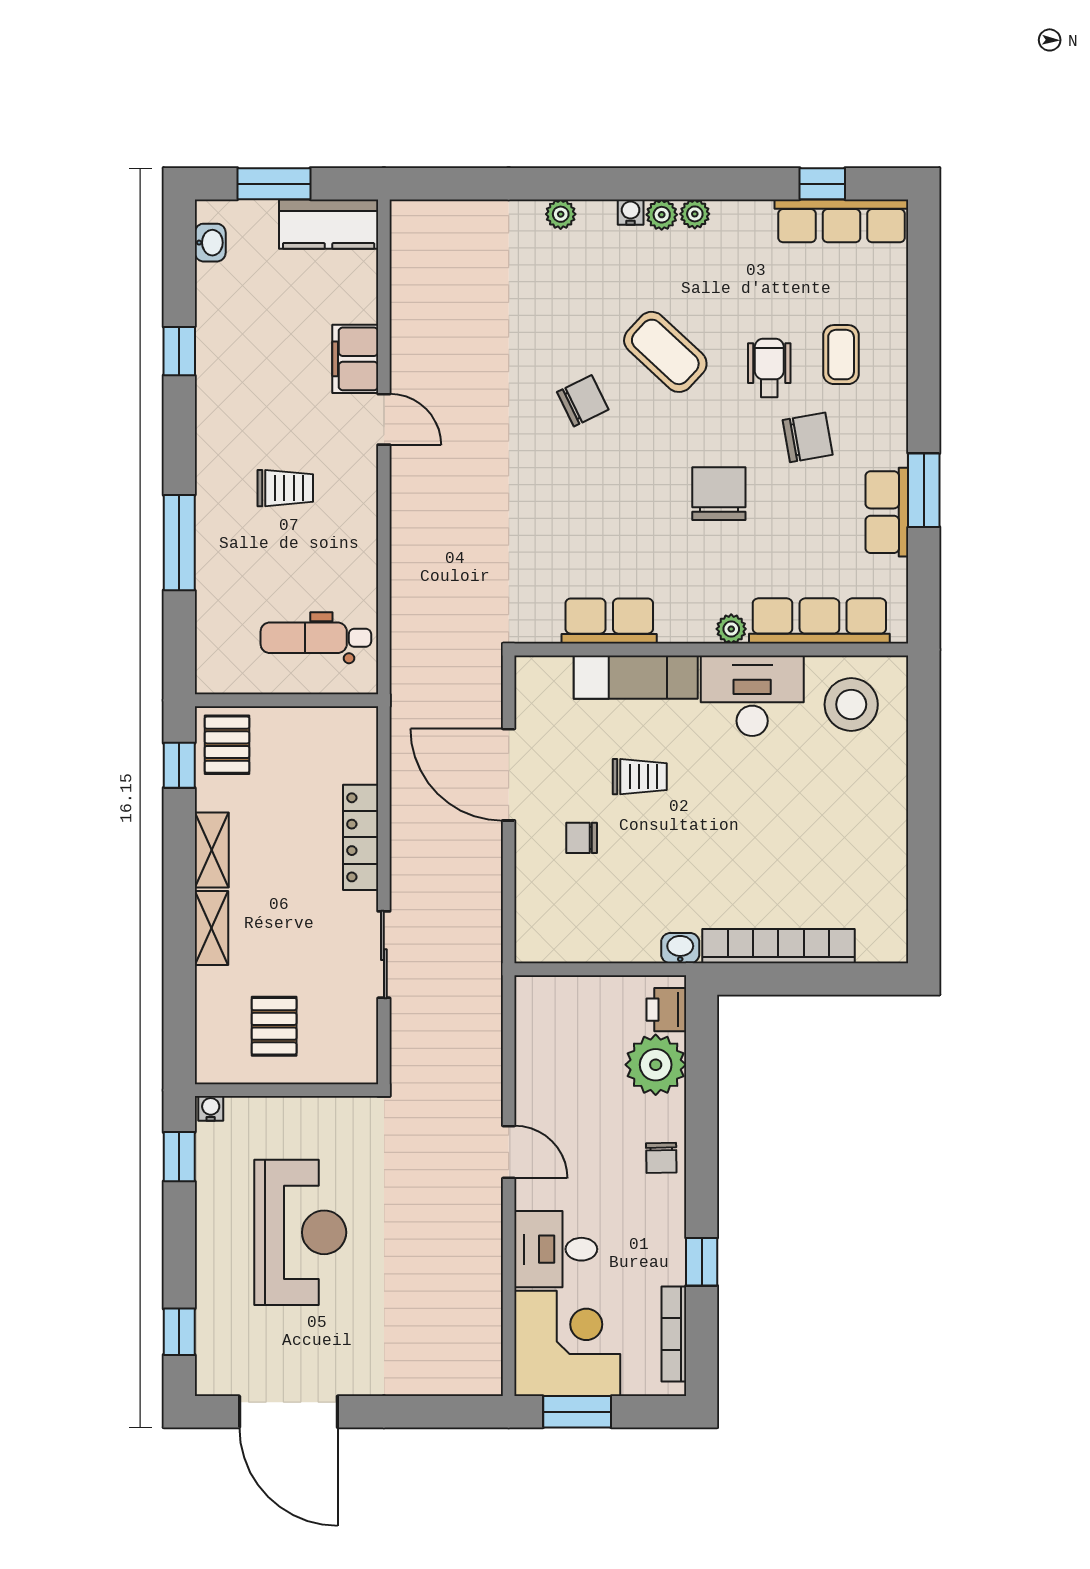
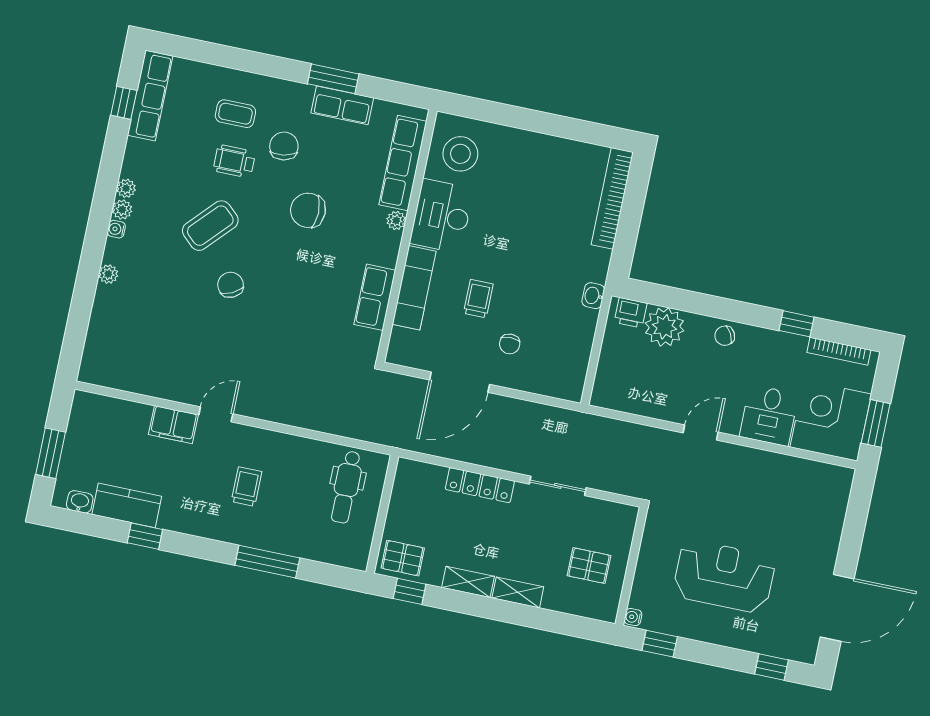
kitchen counter: (329, 224) -> (127, 505), moved, turned -90
bookcase: (778, 946) -> (612, 198), moved
chair: (661, 1158) -> (725, 336), turned 153

